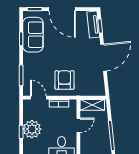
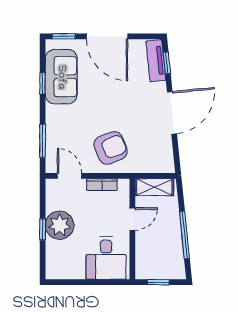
armchair: (64, 80) -> (111, 148), turned 68

